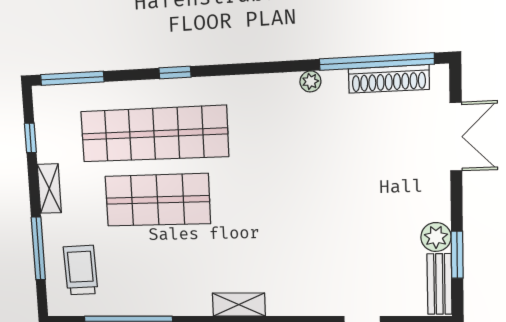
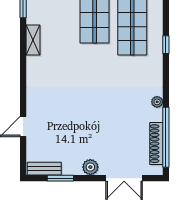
window: (175, 73) -> (166, 45), moved
plant: (436, 237) -> (90, 167), moved
shelving: (239, 305) -> (33, 40), moved

